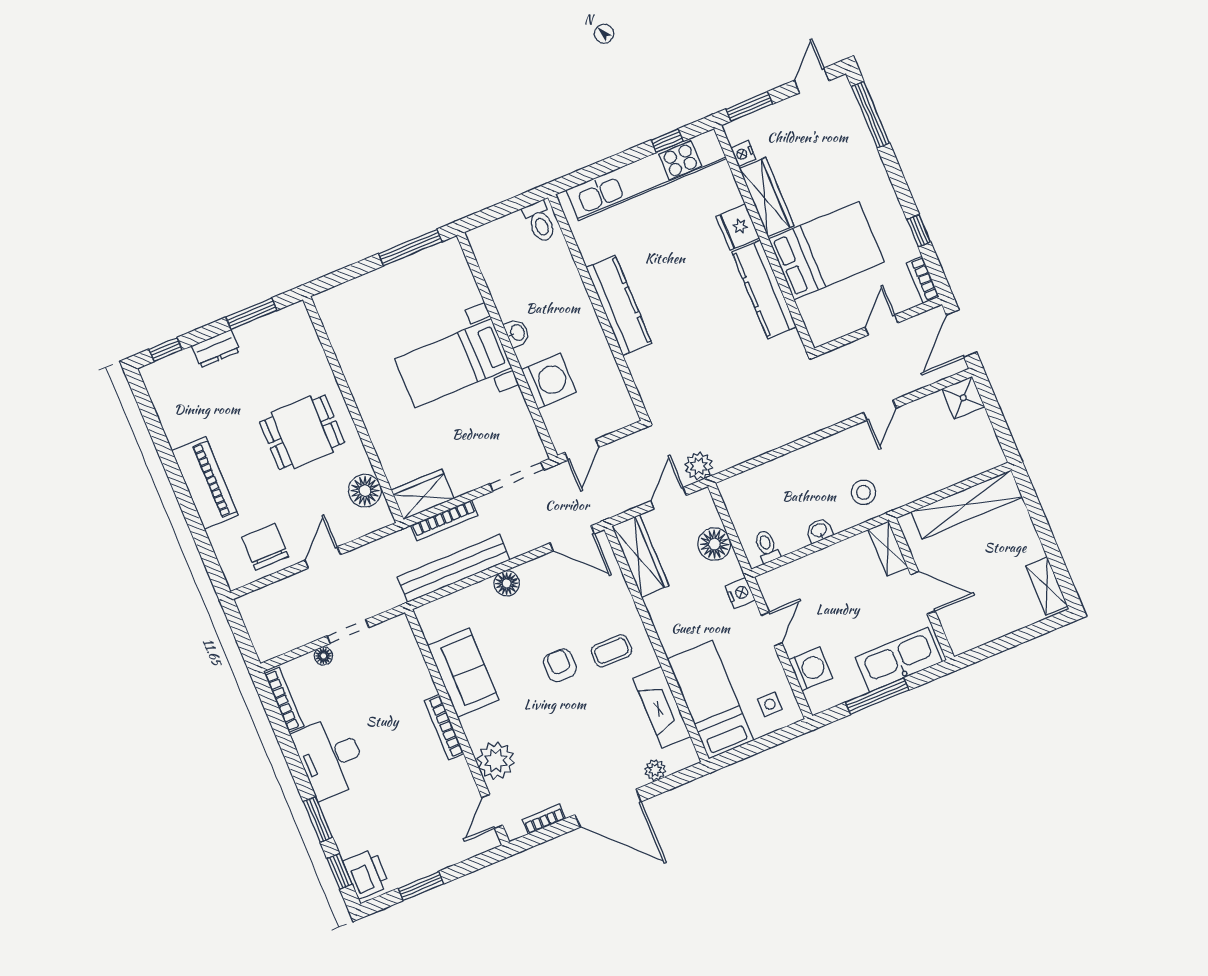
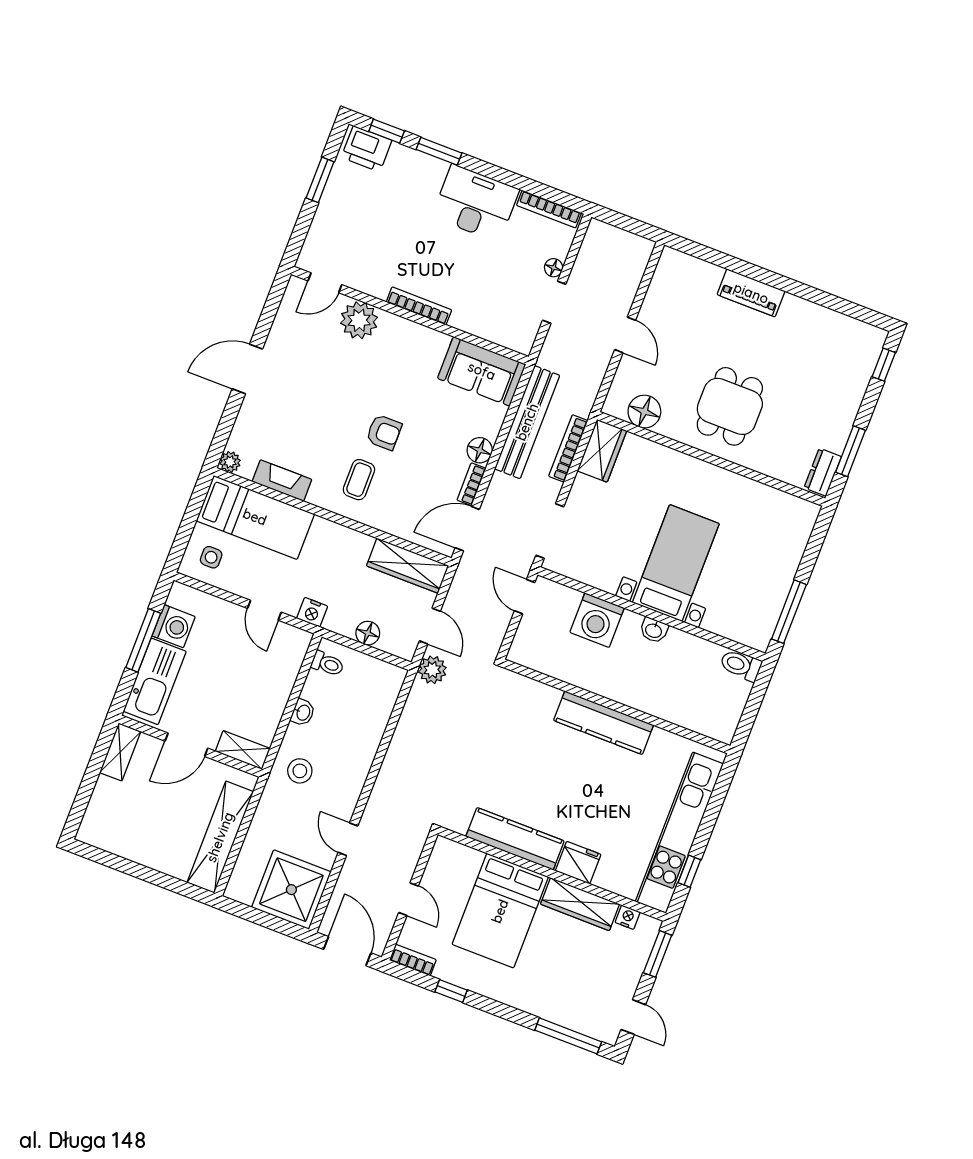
toilet: (540, 222) -> (741, 665), moved
dresser: (216, 349) -> (823, 472), moved
shower: (963, 398) -> (291, 890), width x1.86, depth x1.86
piano: (205, 483) -> (751, 293), width x0.73, depth x0.75
floor lamp: (714, 544) -> (368, 633), width x0.73, depth x0.73
chair: (265, 547) -> (673, 301), removed
shelving: (1047, 586) -> (120, 752), moved, turned 90
washing machine: (811, 669) -> (174, 626), moved, turned -90
sofa: (463, 673) -> (482, 371), moved
fireplace: (662, 707) -> (282, 481), width x0.73, depth x0.76
plant: (655, 770) -> (230, 462), moved
door: (608, 808) -> (247, 369), width x0.73
door: (492, 811) -> (325, 283), swing flipped
bookcase: (544, 819) -> (472, 484), moved, turned 180

